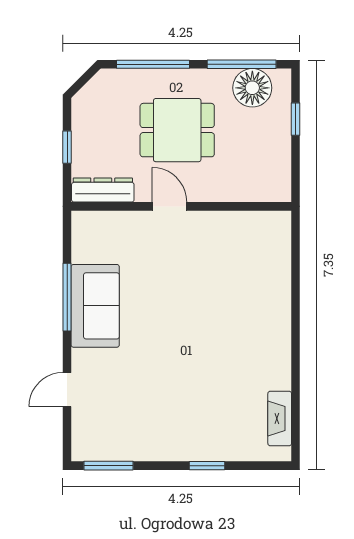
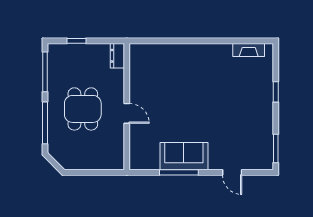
floor lamp: (252, 88) -> (58, 66), removed
window: (67, 147) -> (93, 172), removed
dresser: (103, 190) -> (117, 56), moved, width x0.70
door: (169, 206) -> (127, 113), swing flipped

